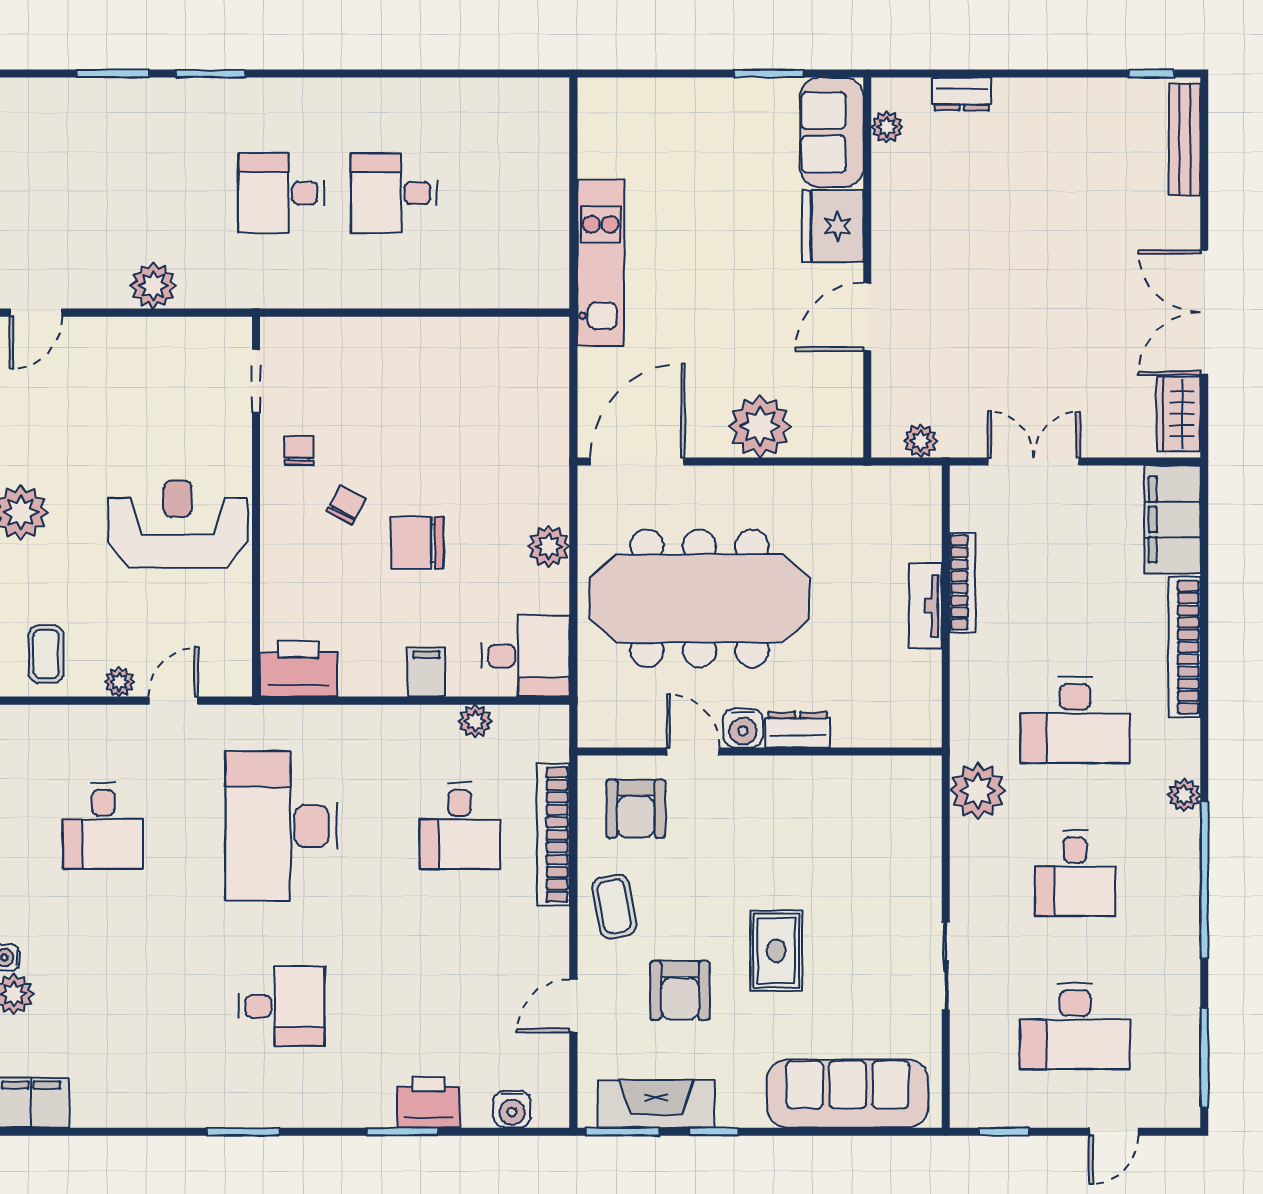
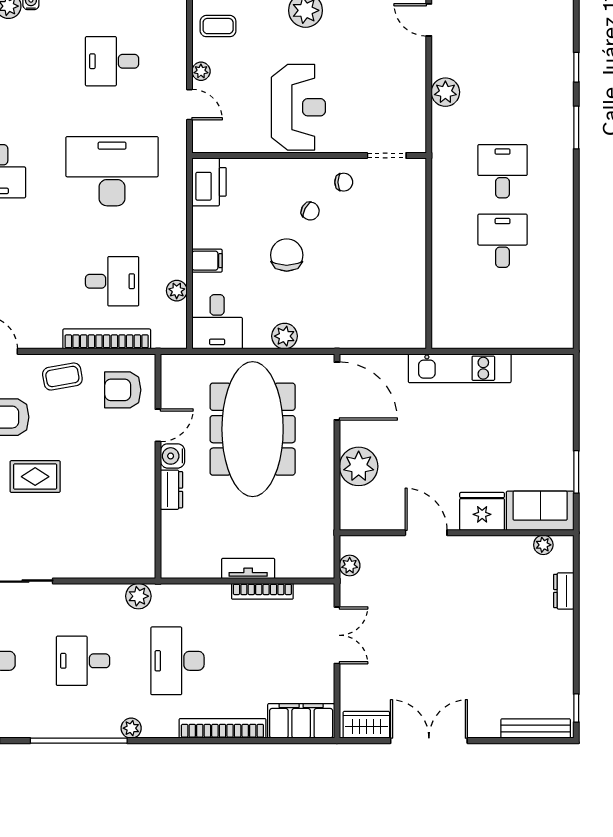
window: (113, 74) -> (576, 67), width x0.67
plant: (978, 791) -> (138, 596), width x0.73, depth x0.73
desk: (460, 826) -> (112, 281), turned 180

